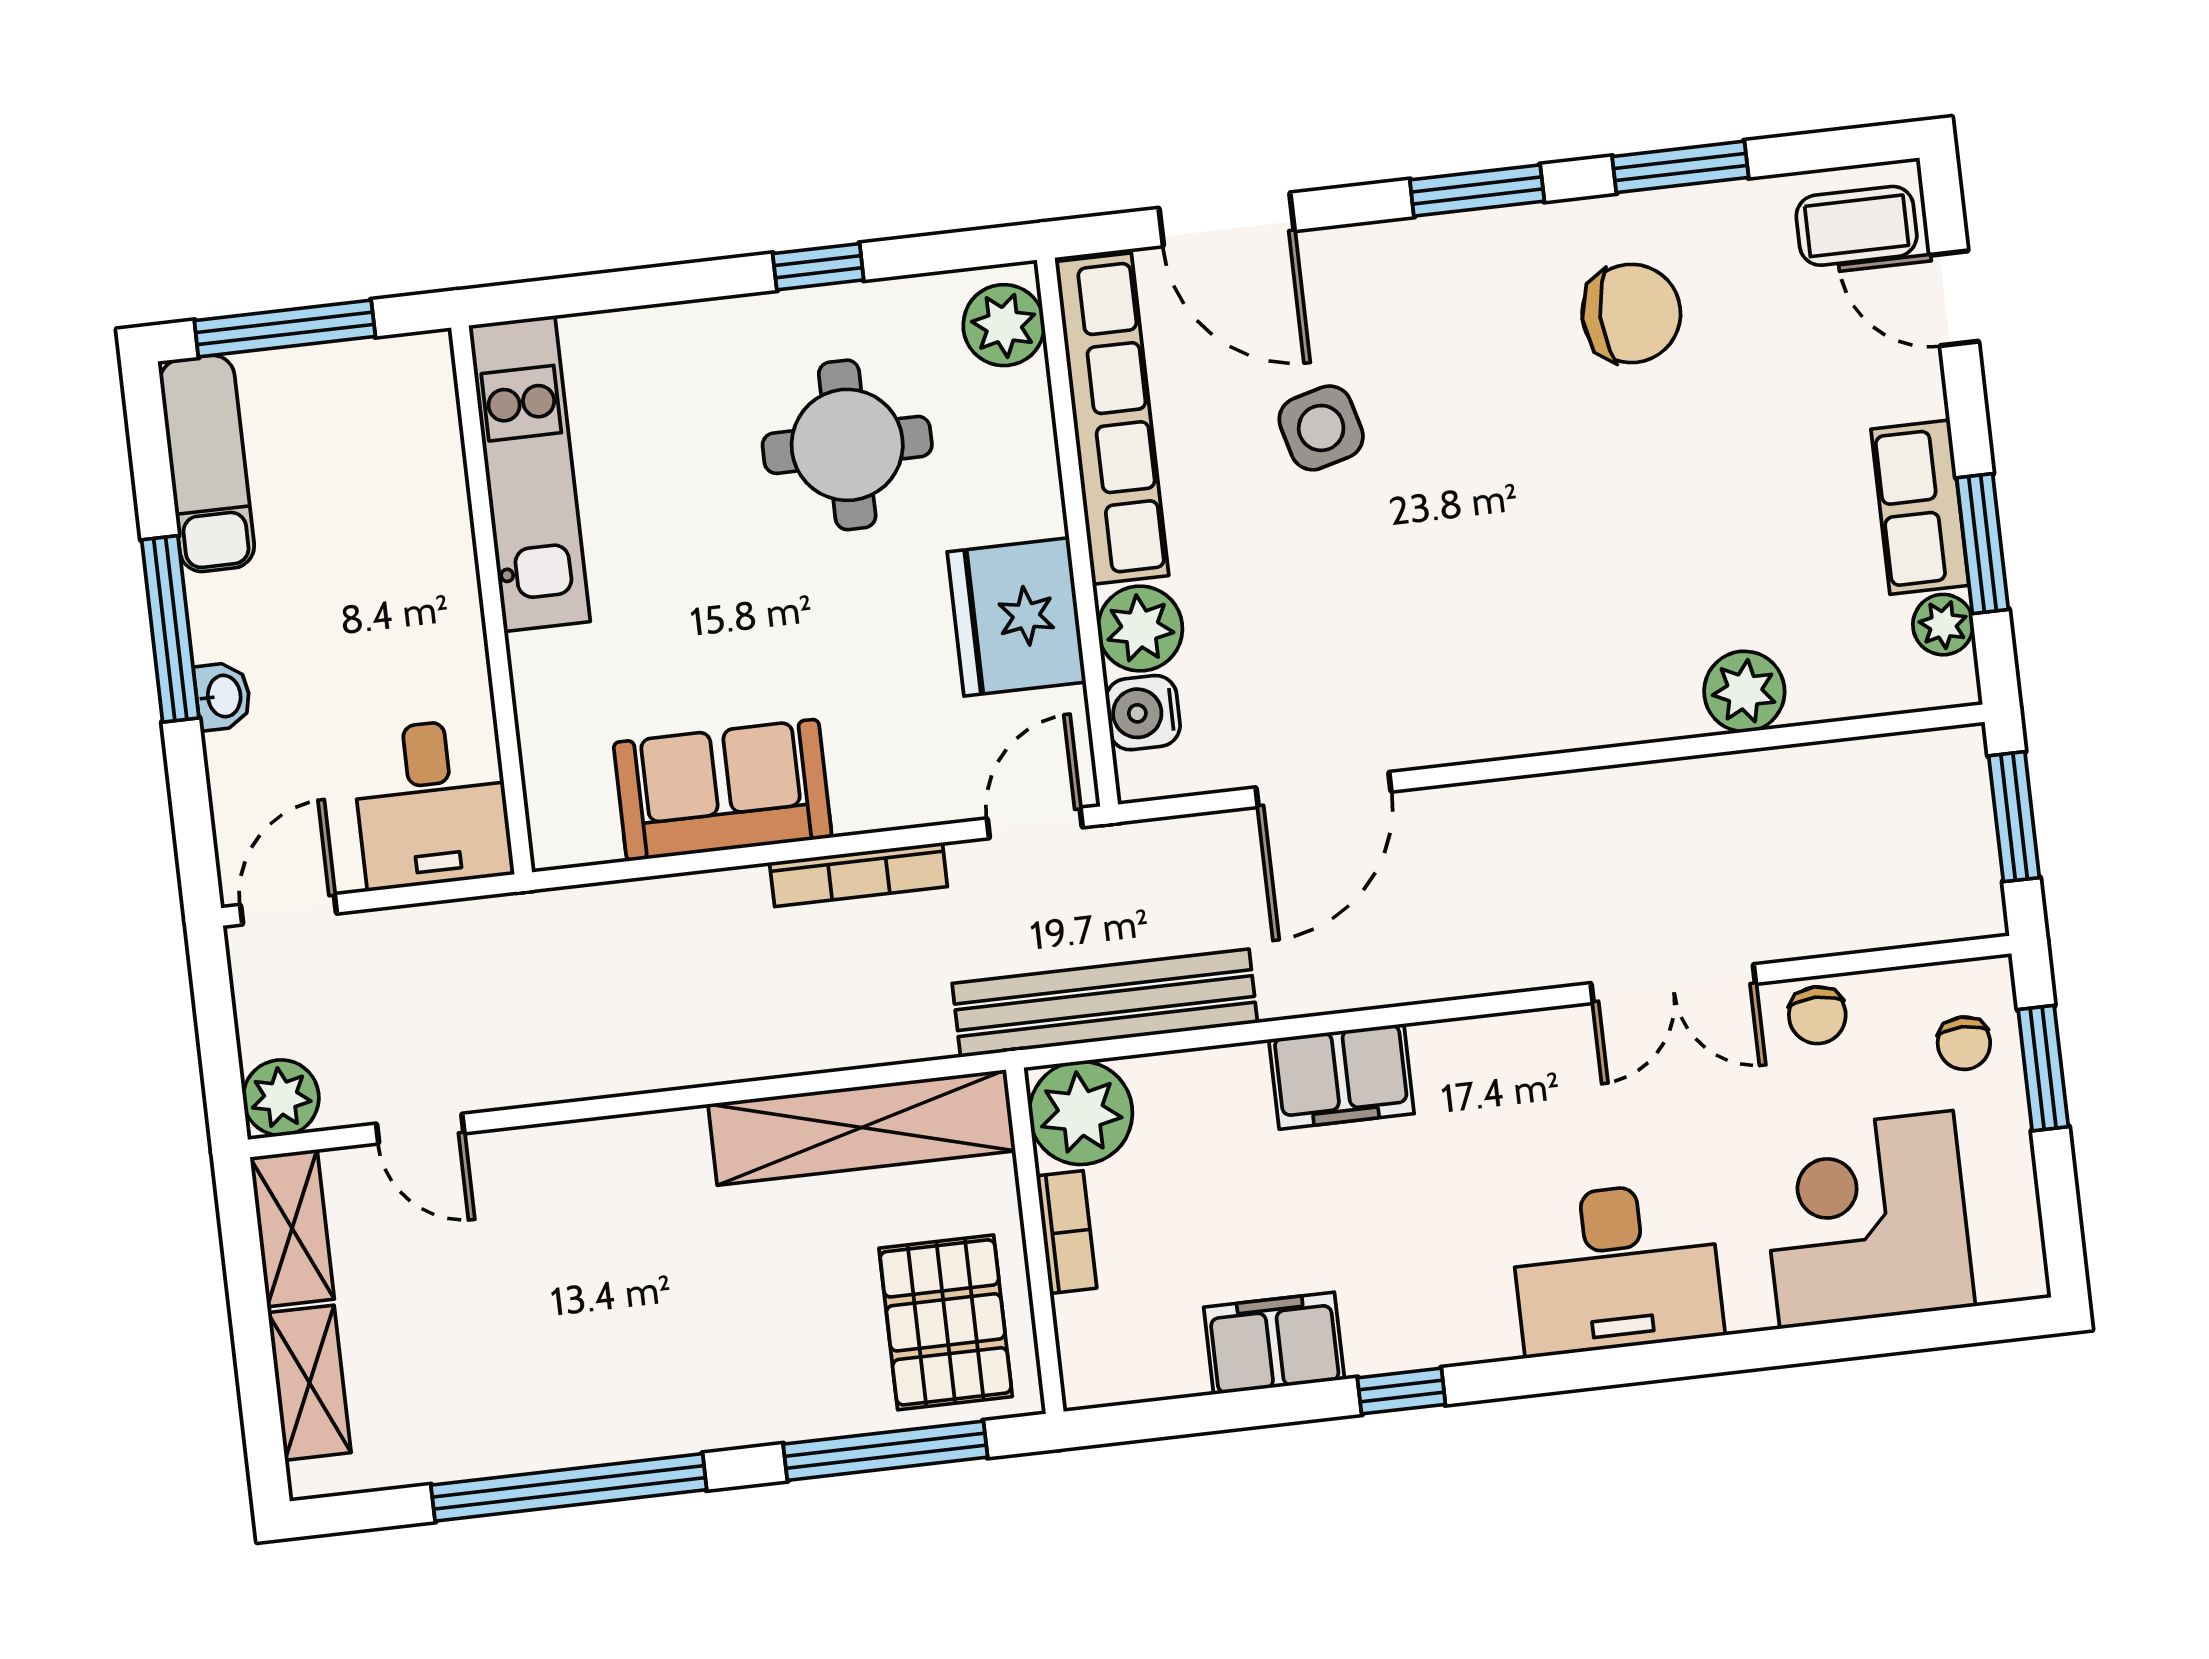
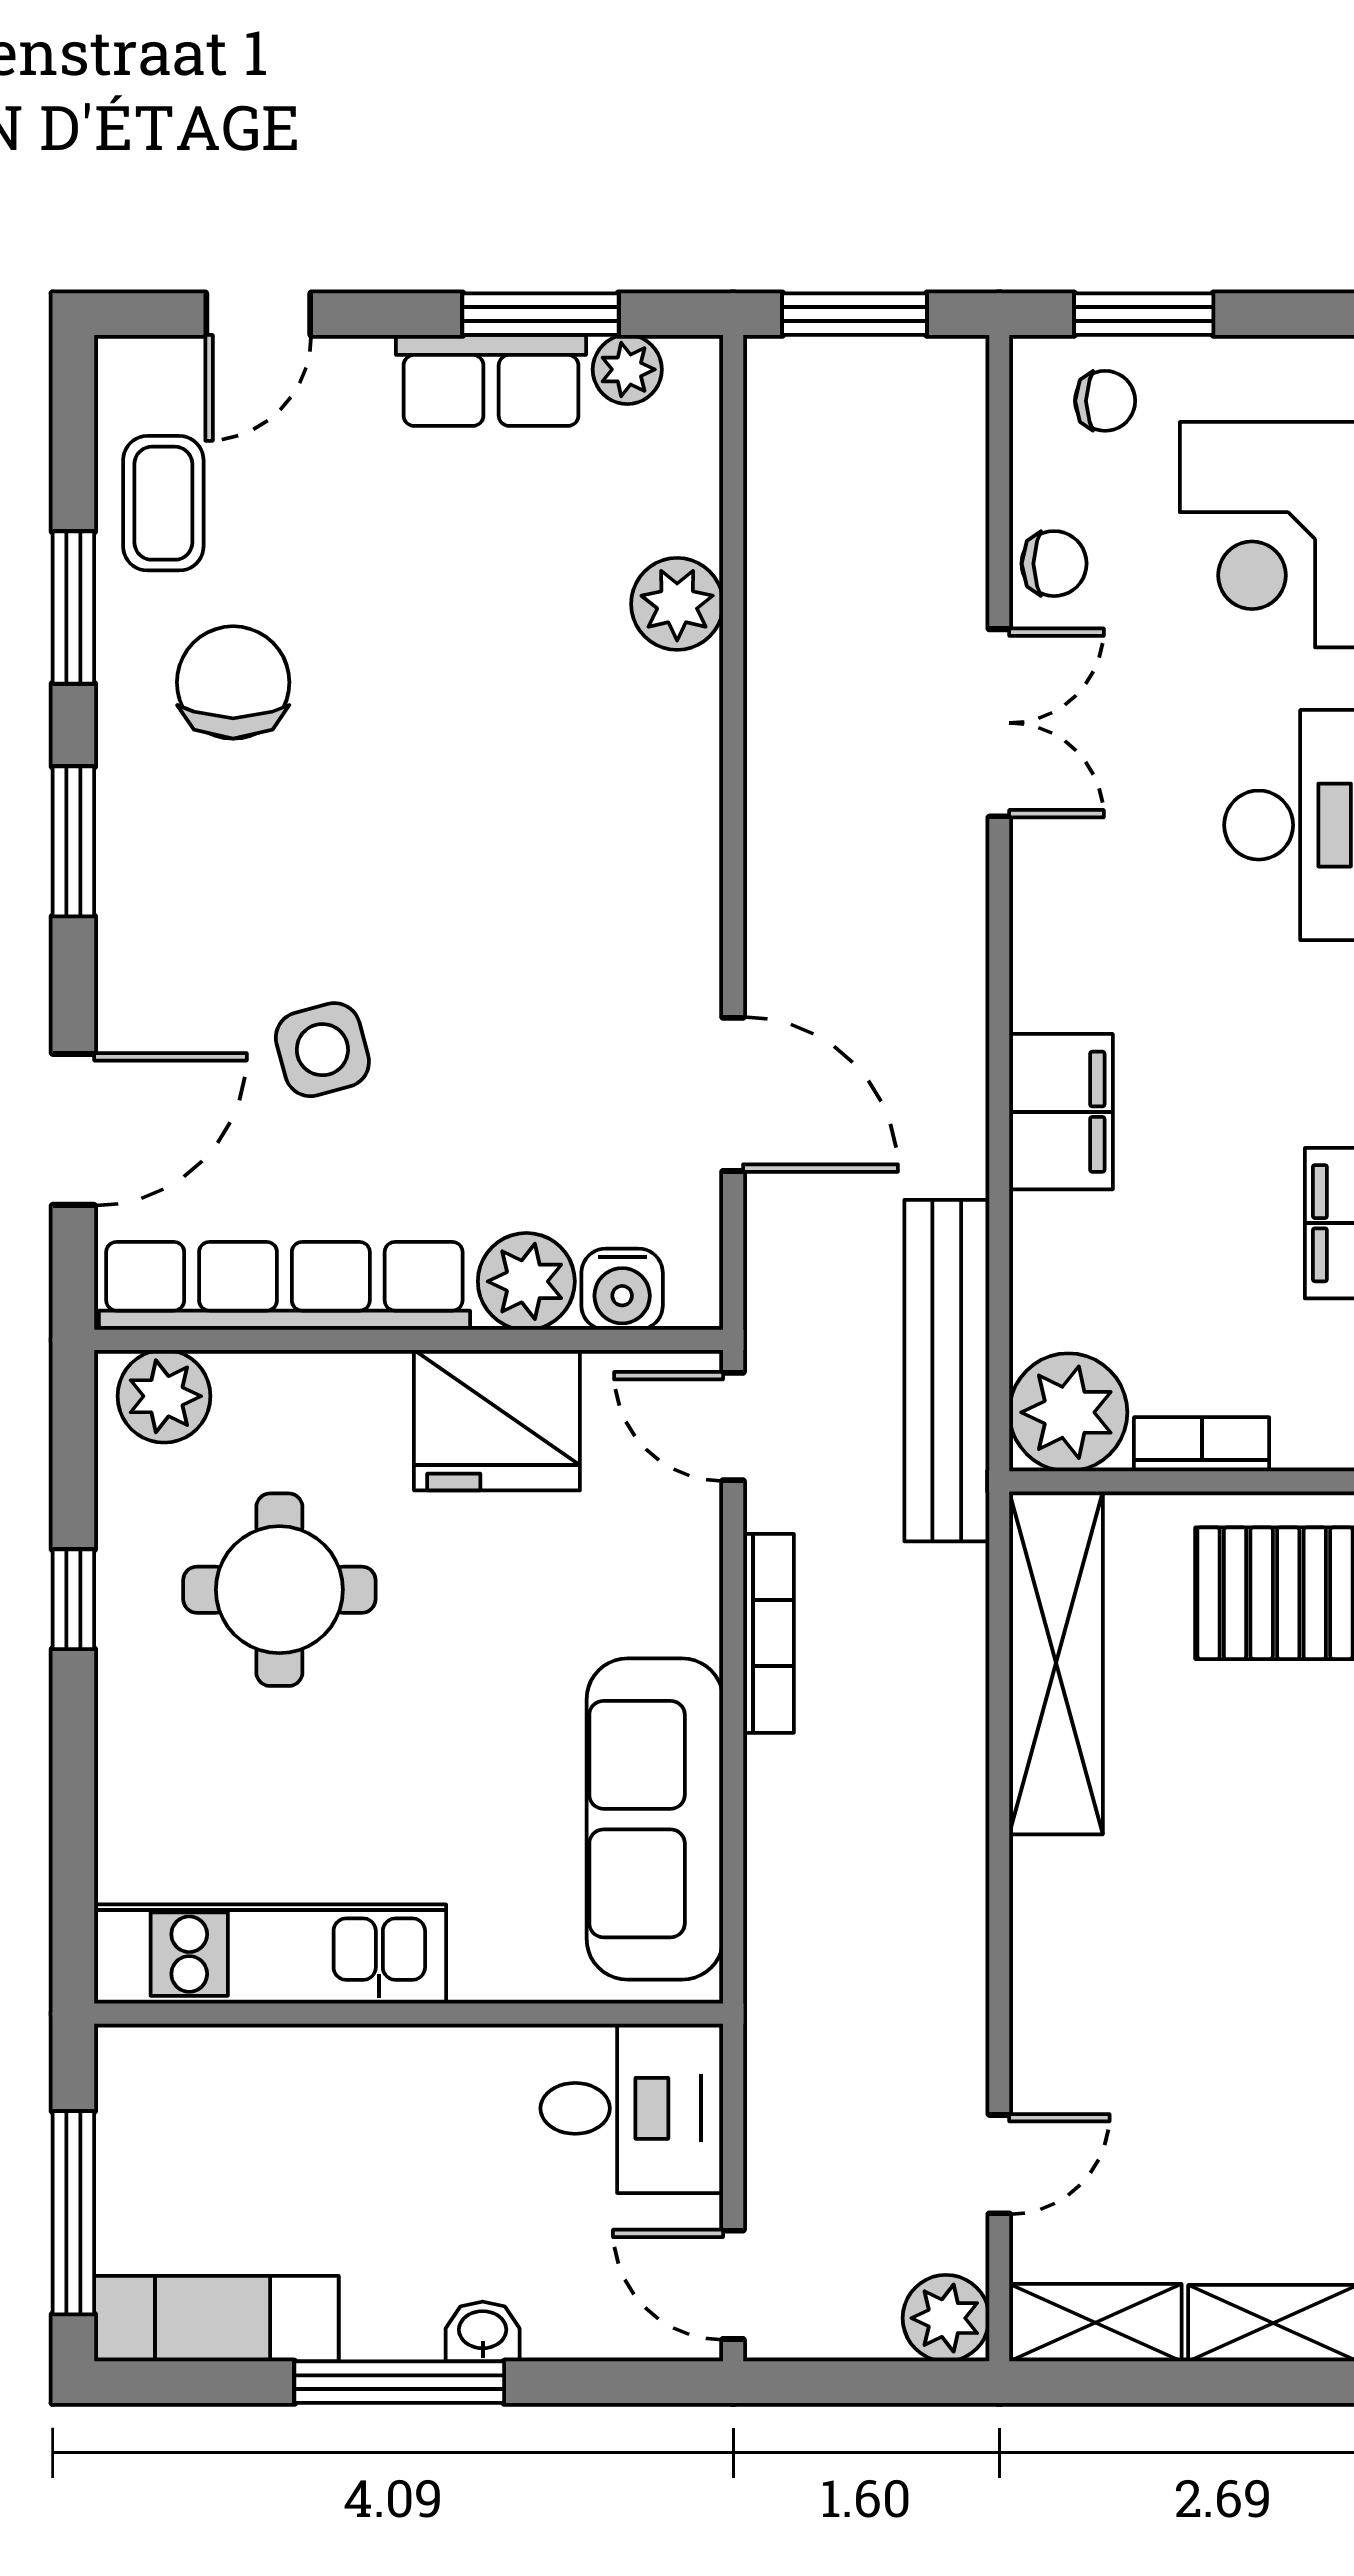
coffee table: (1857, 226) -> (163, 503), moved
sofa: (723, 790) -> (655, 1819), width x1.36

